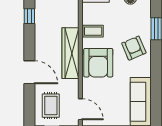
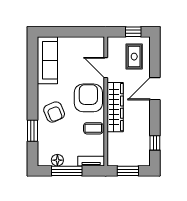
door: (29, 72) -> (155, 89), hinge flipped
door: (80, 109) -> (106, 68), moved

